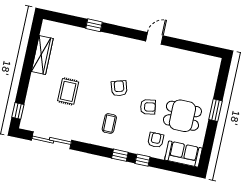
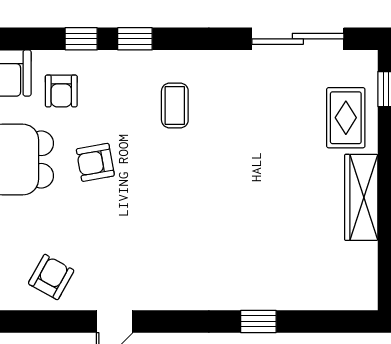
wardrobe: (42, 55) -> (361, 197), moved
armchair: (119, 88) -> (51, 277), moved, turned -134
rug: (68, 91) -> (346, 118), moved

